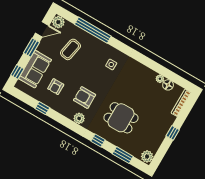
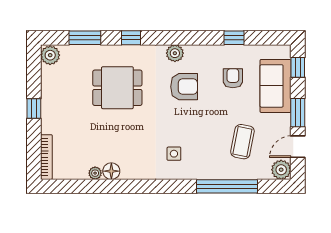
floor lamp: (168, 85) -> (111, 171), moved

